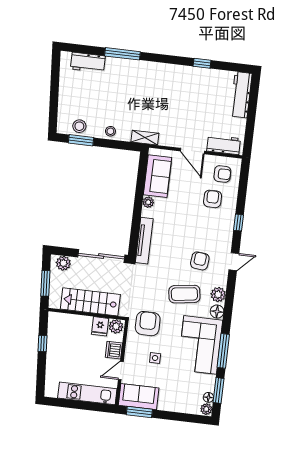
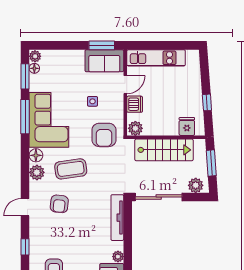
fridge: (100, 326) -> (187, 126), moved

